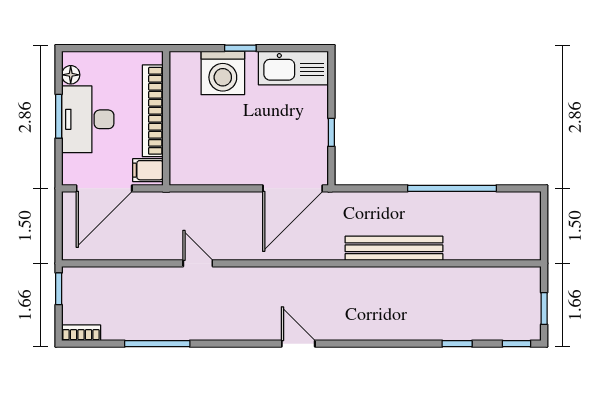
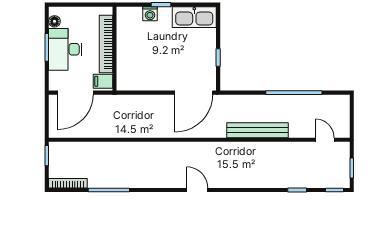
washing machine: (223, 73) -> (150, 14), width x0.53, depth x0.53
door: (198, 263) -> (325, 140), moved
bookcase: (81, 333) -> (68, 183), width x1.56

